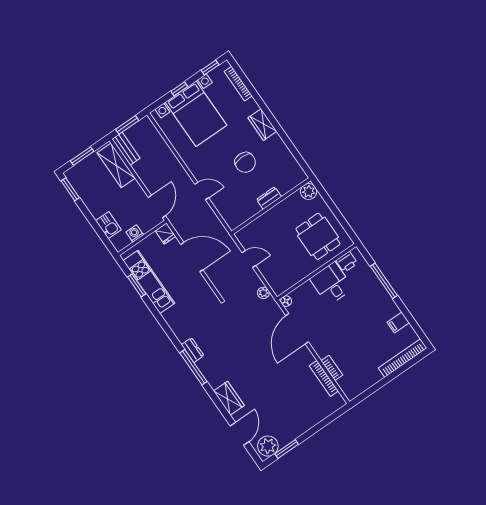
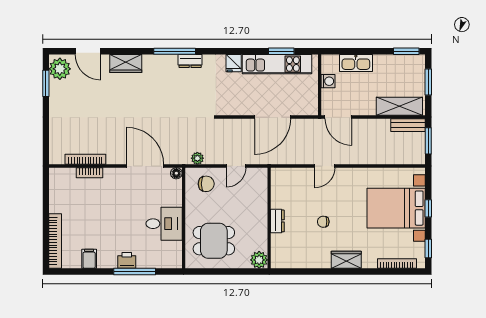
chair: (245, 162) -> (323, 222), width x0.54, depth x0.54
kitchen sink: (108, 225) -> (356, 63), width x1.38
fridge: (165, 234) -> (234, 63), moved, turned -90
printer: (347, 262) -> (127, 260), moved, turned 90
chair: (278, 272) -> (206, 184), added

